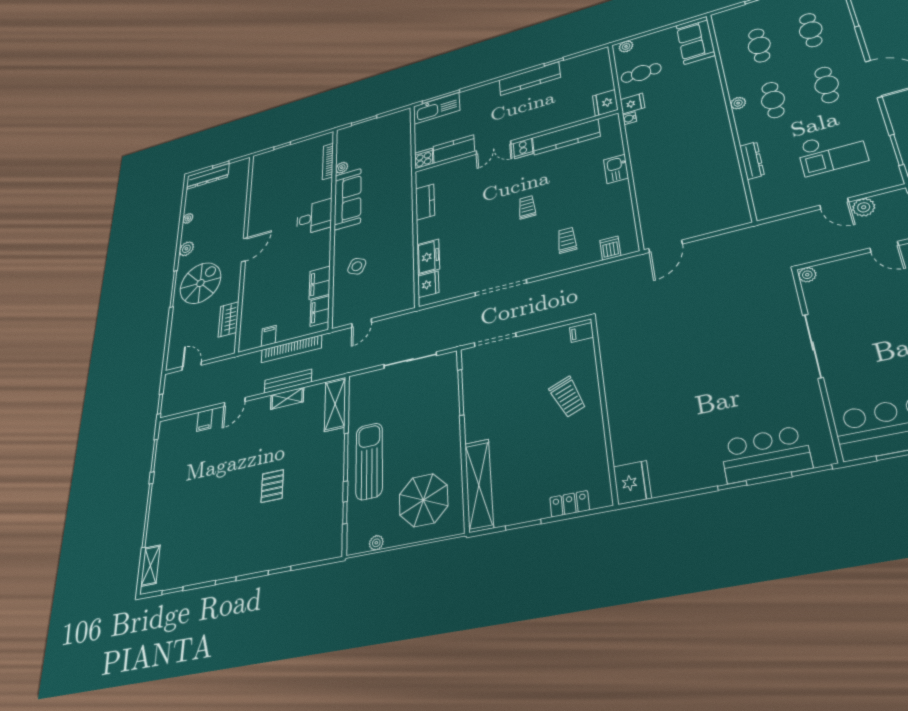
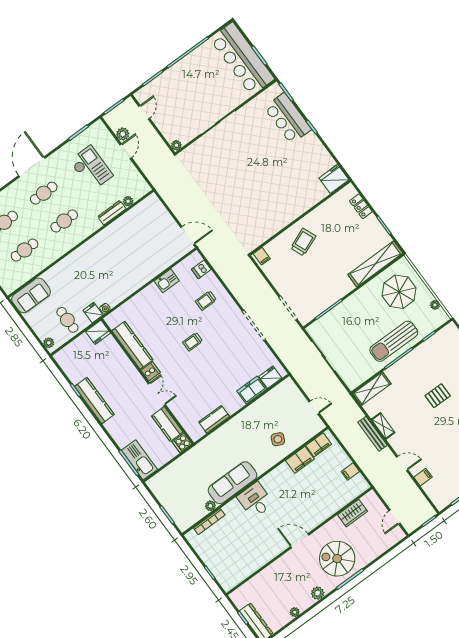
plant: (738, 103) -> (128, 201), moved
kitchen sink: (616, 169) -> (167, 281), moved
bookcase: (291, 349) -> (351, 447), removed

